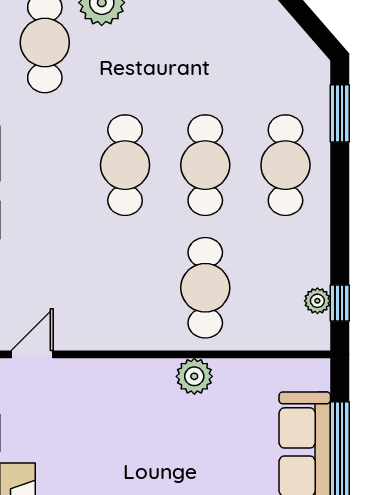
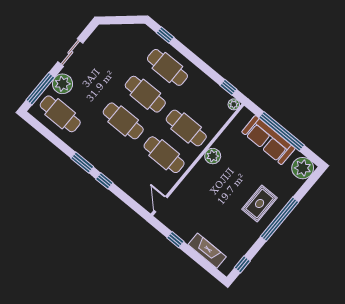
window: (340, 113) -> (165, 35), width x0.67
cafe table: (125, 288) -> (164, 155), added
plant: (317, 301) -> (234, 104), moved

